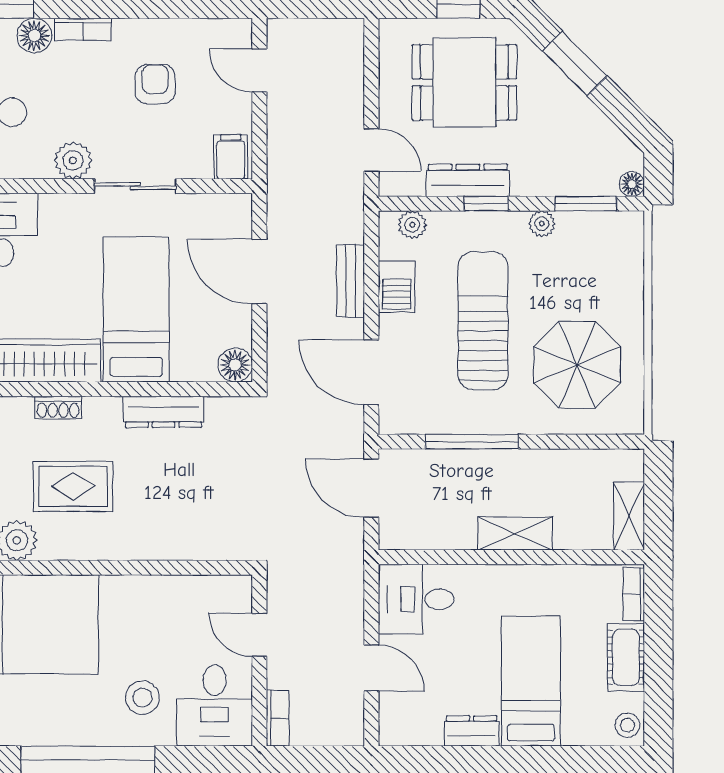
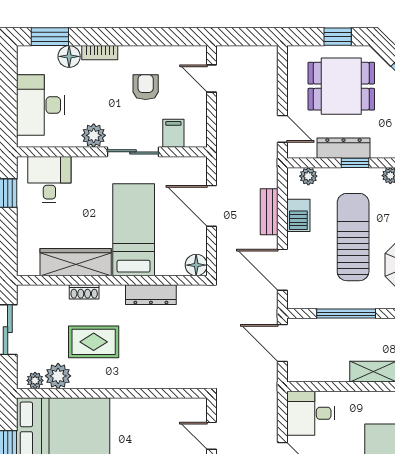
filing cabinet: (231, 157) -> (173, 133), moved

